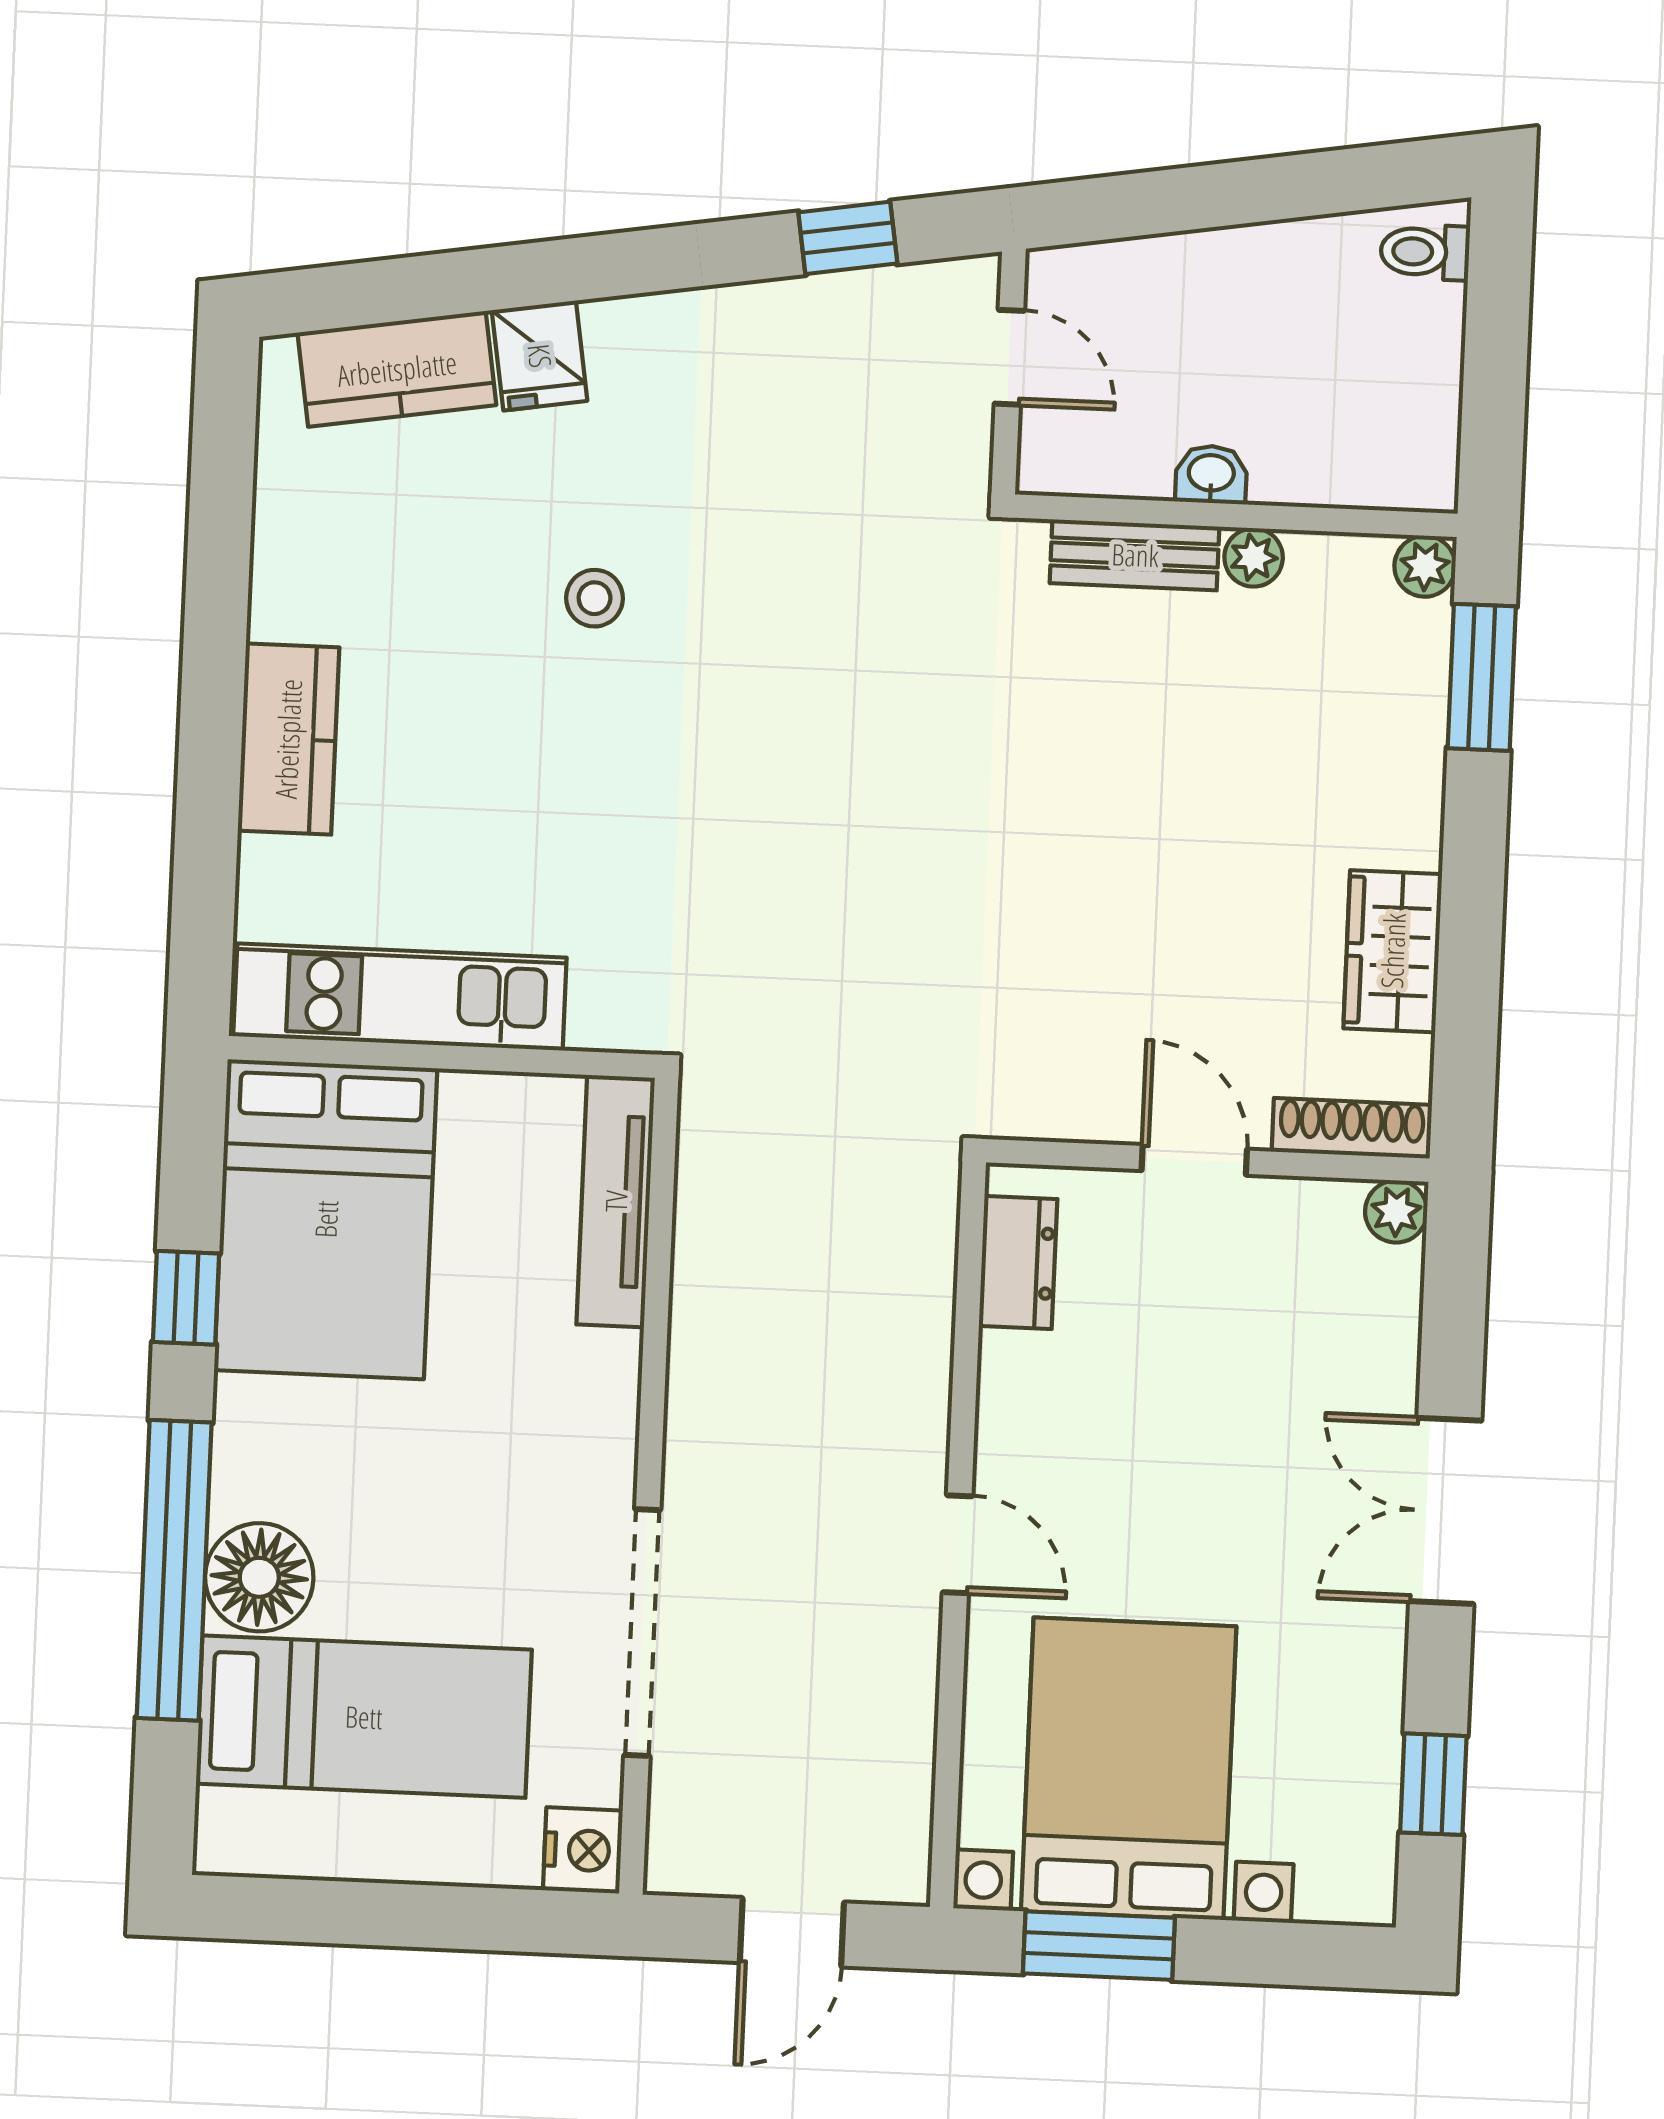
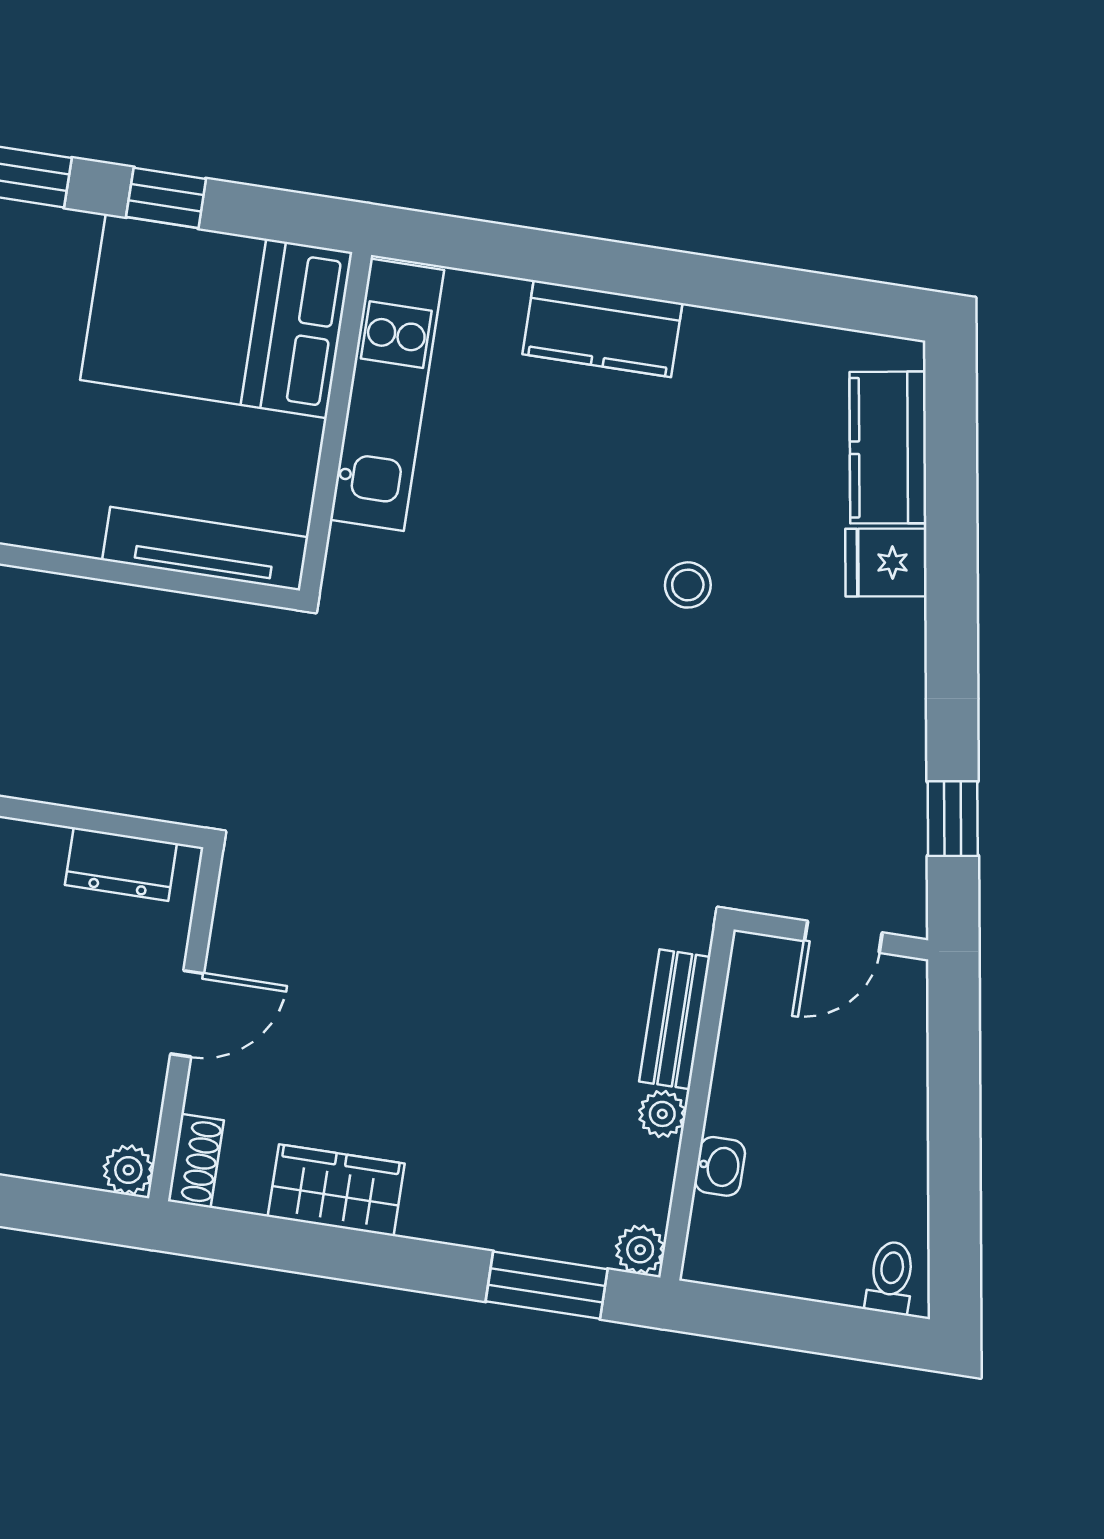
washbasin: (1211, 474) -> (720, 1166), moved
shoe rack: (1352, 1128) -> (196, 1161), width x0.70

